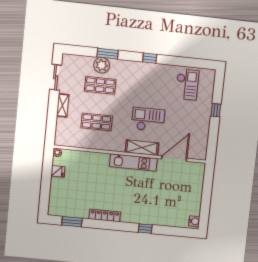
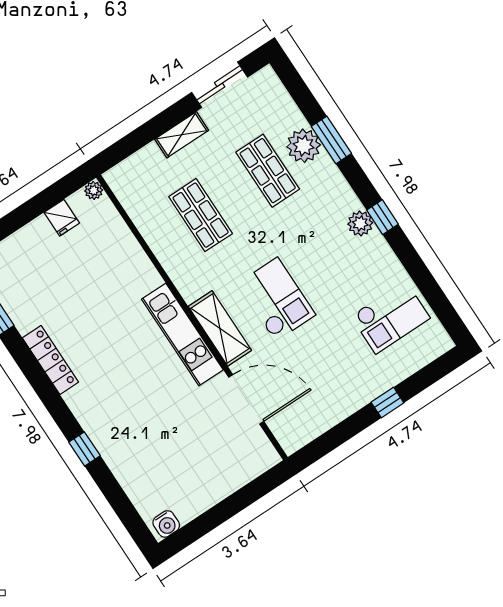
plant: (145, 68) -> (360, 223), added

